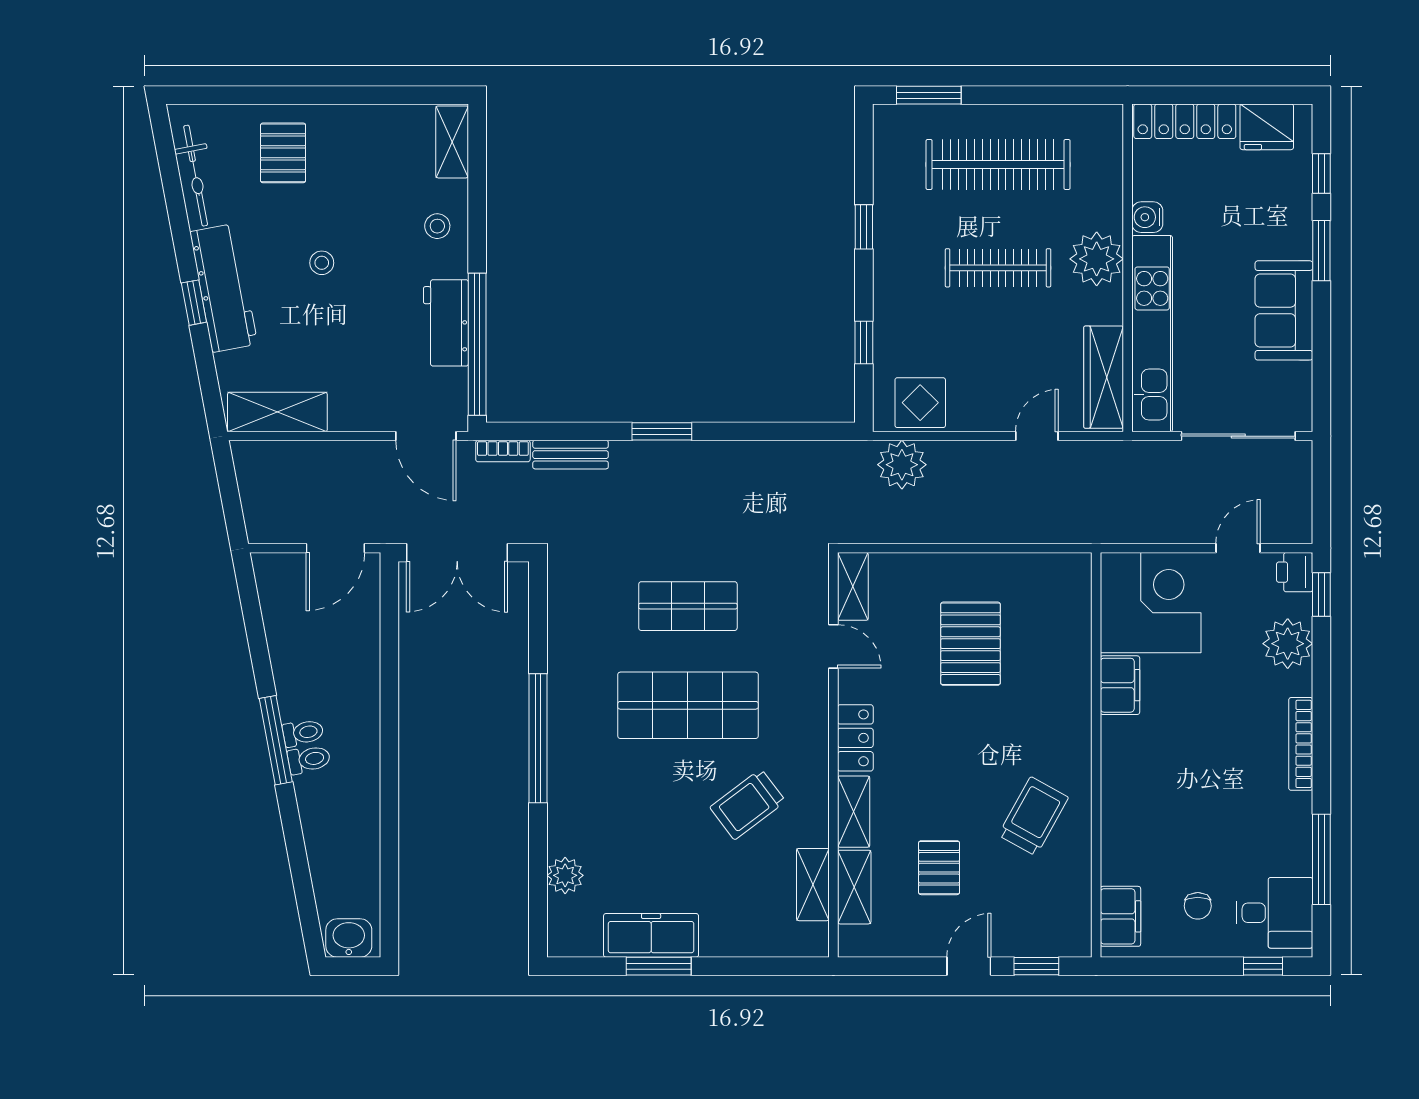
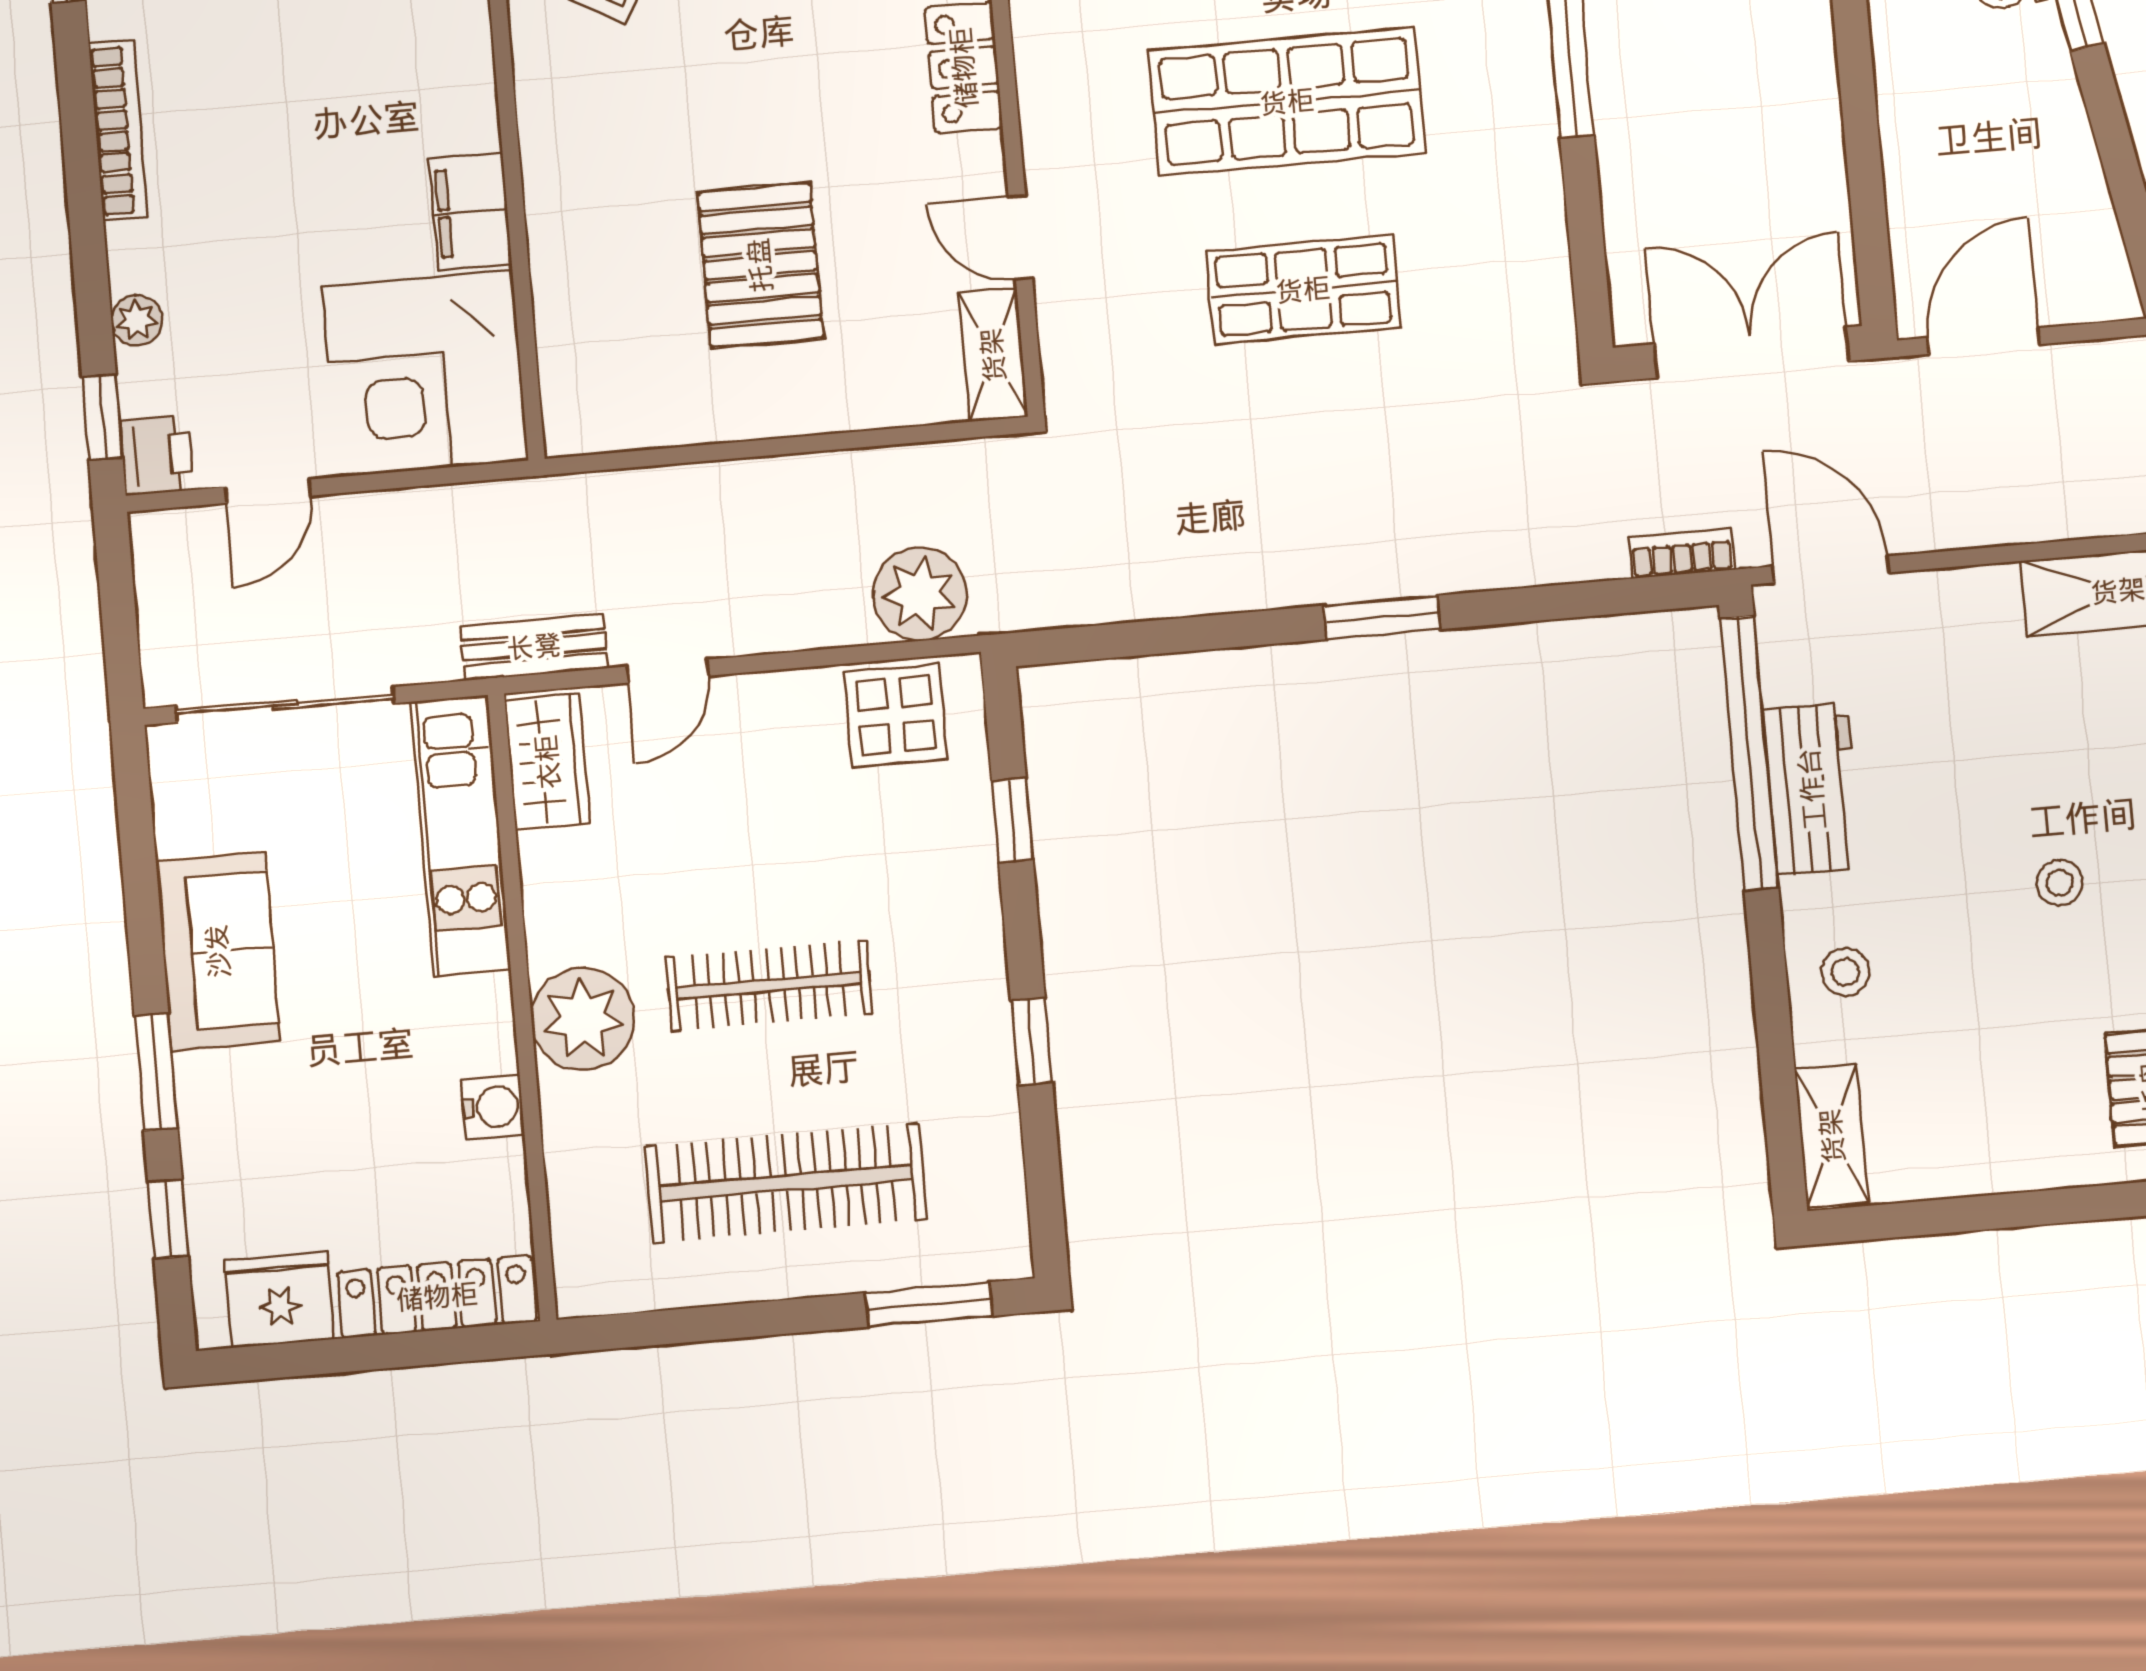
kitchen unit: (1152, 334) -> (461, 835), width x0.73
wardrobe: (1104, 377) -> (548, 762), width x0.67
bench: (571, 455) -> (534, 647), moved
plant: (1288, 644) -> (137, 320), width x0.53, depth x0.53

